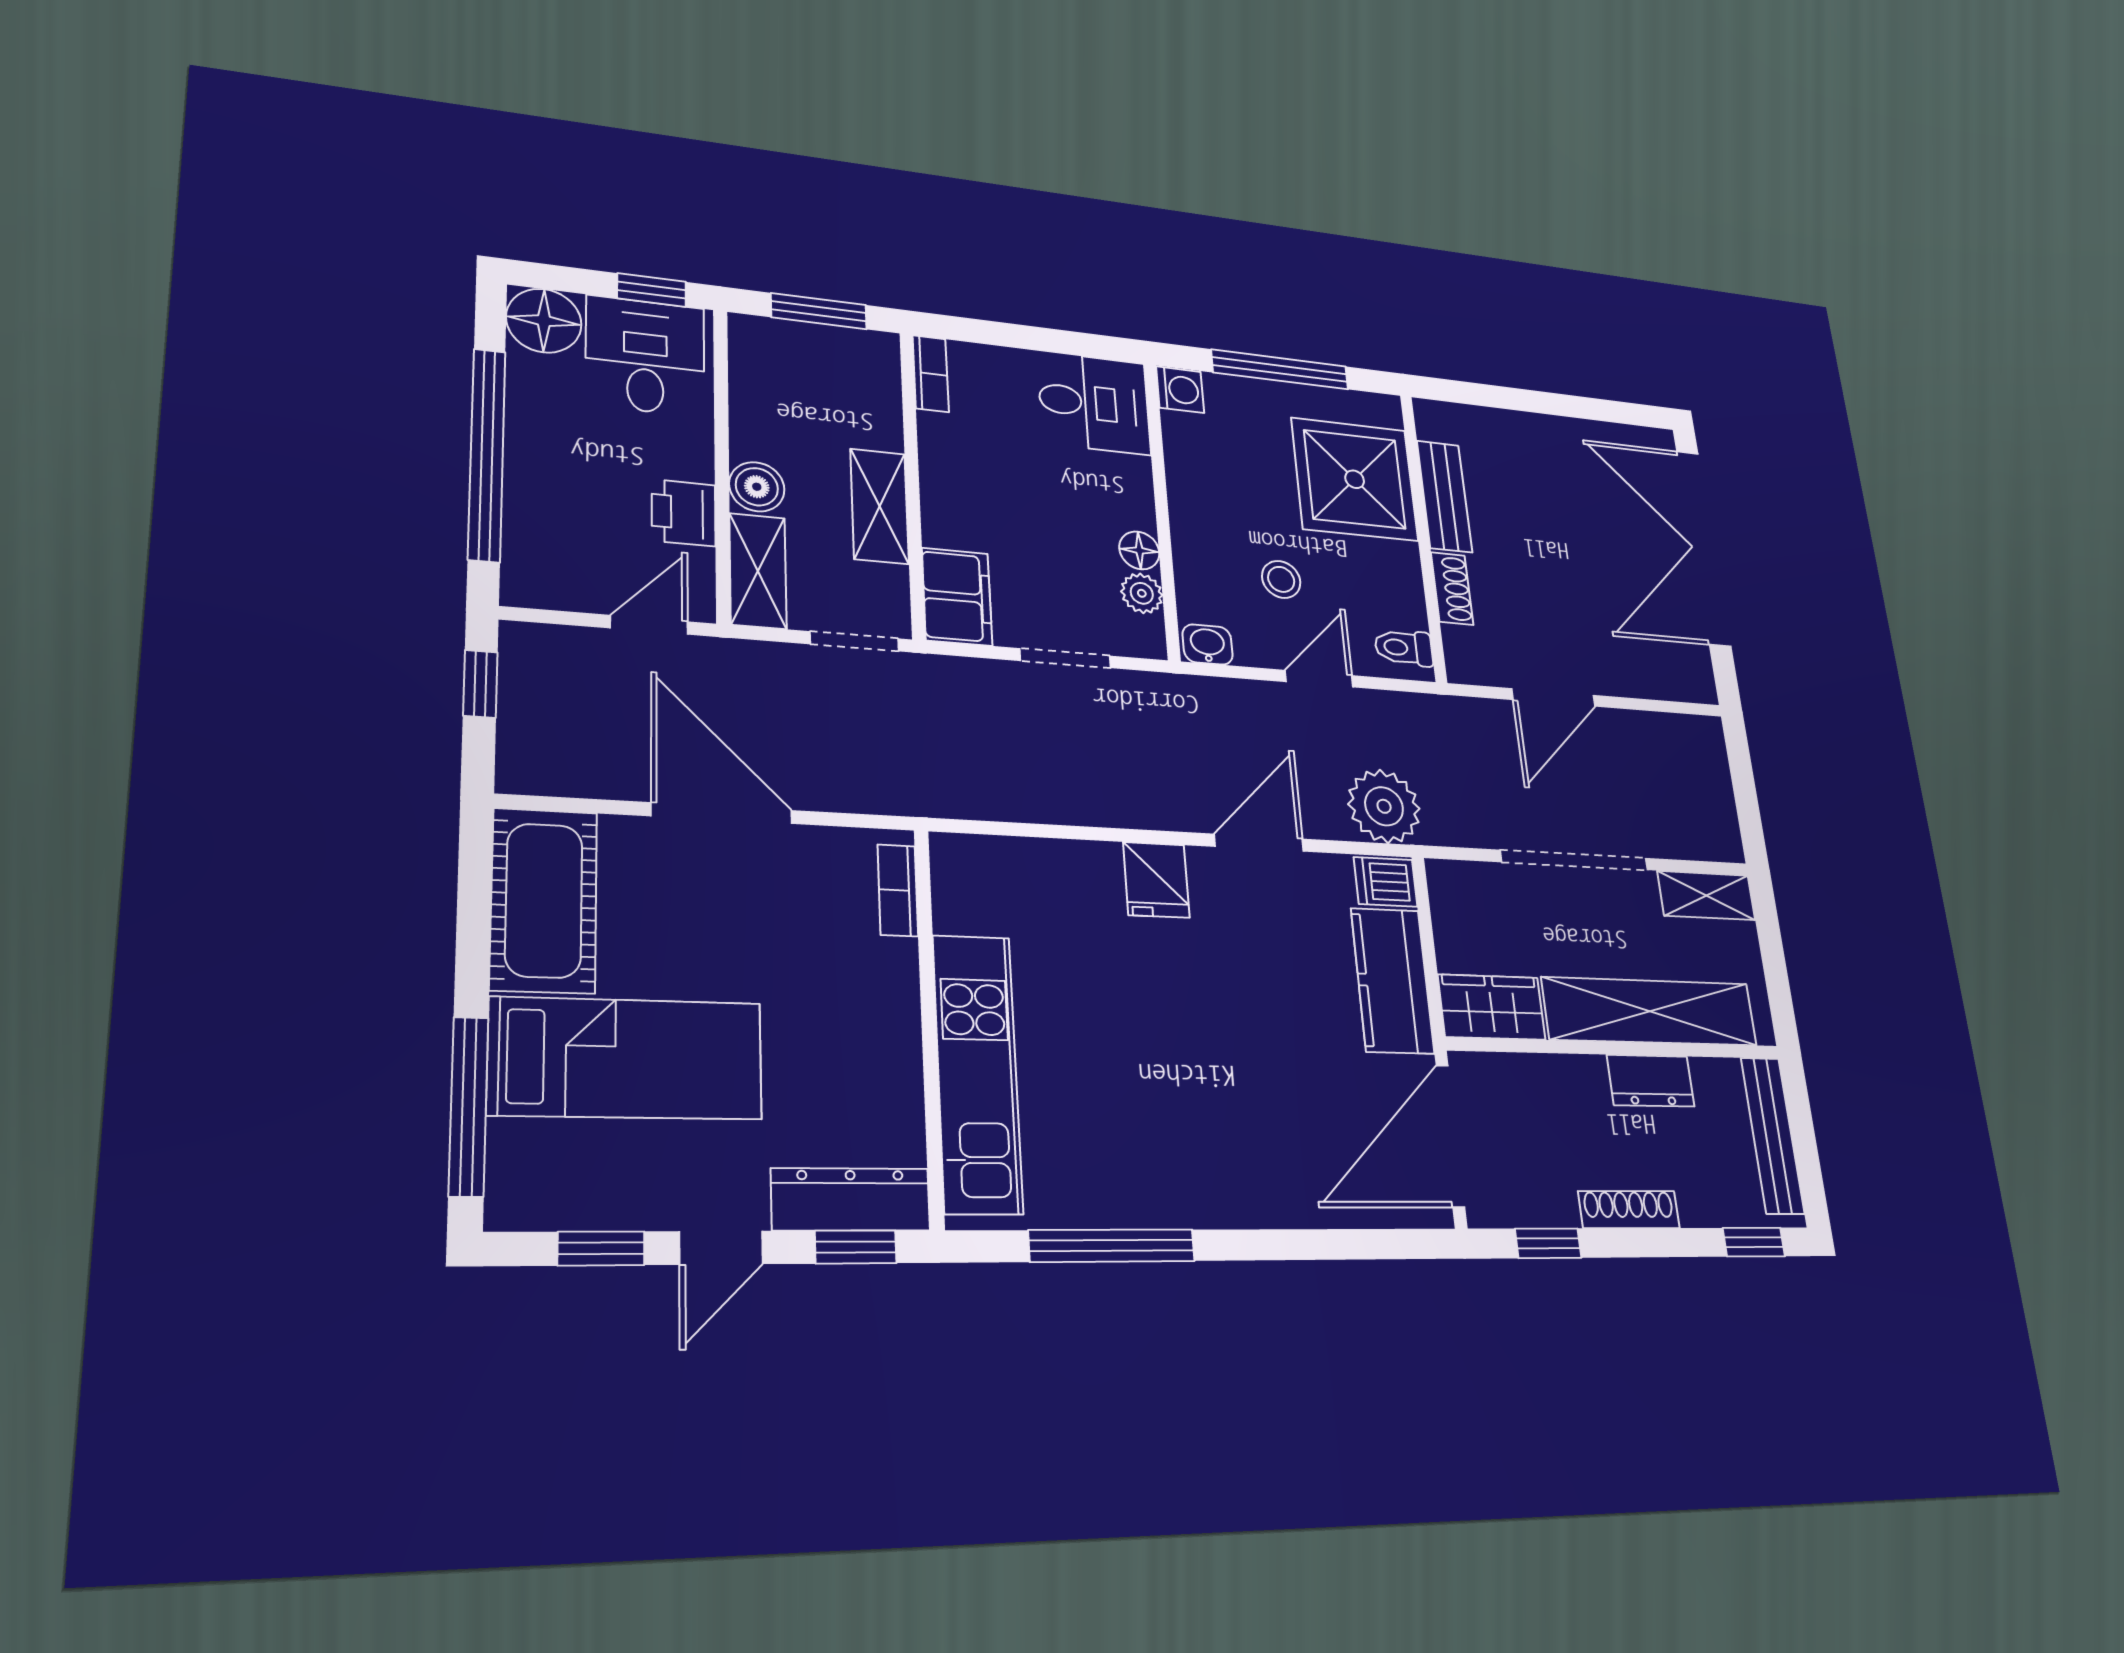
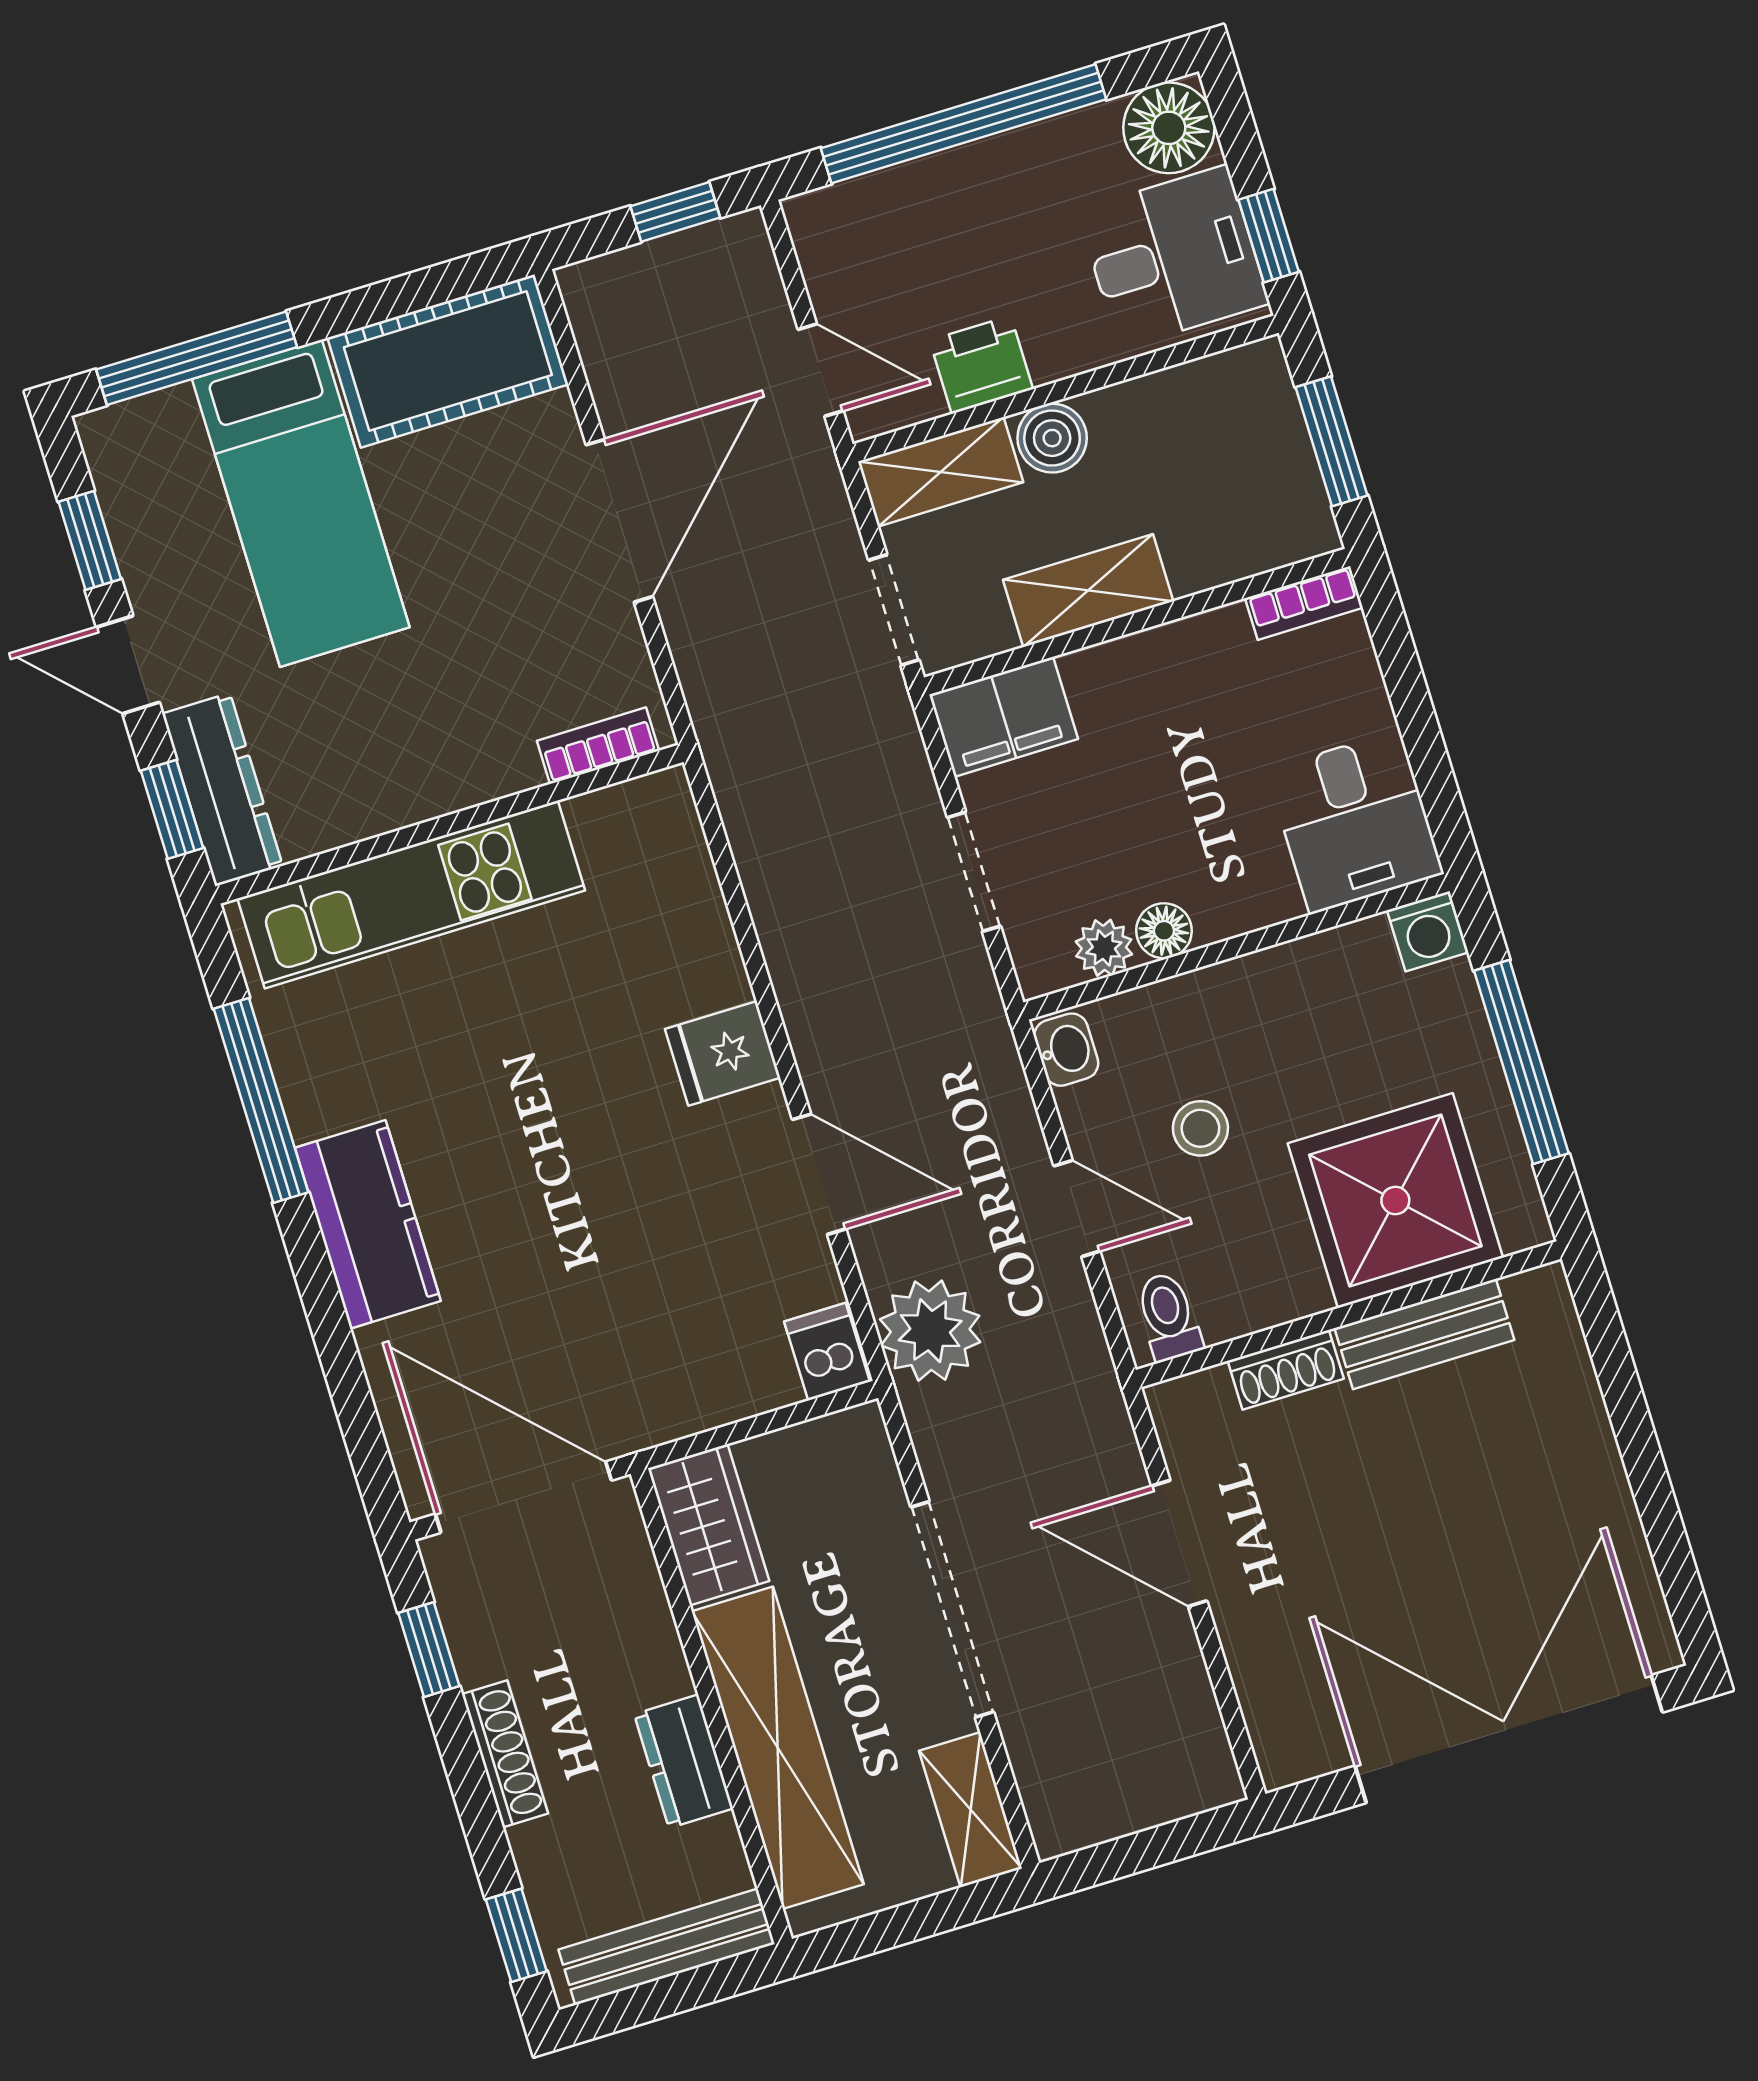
kitchen counter: (1392, 981) -> (368, 1224), moved, turned 90

